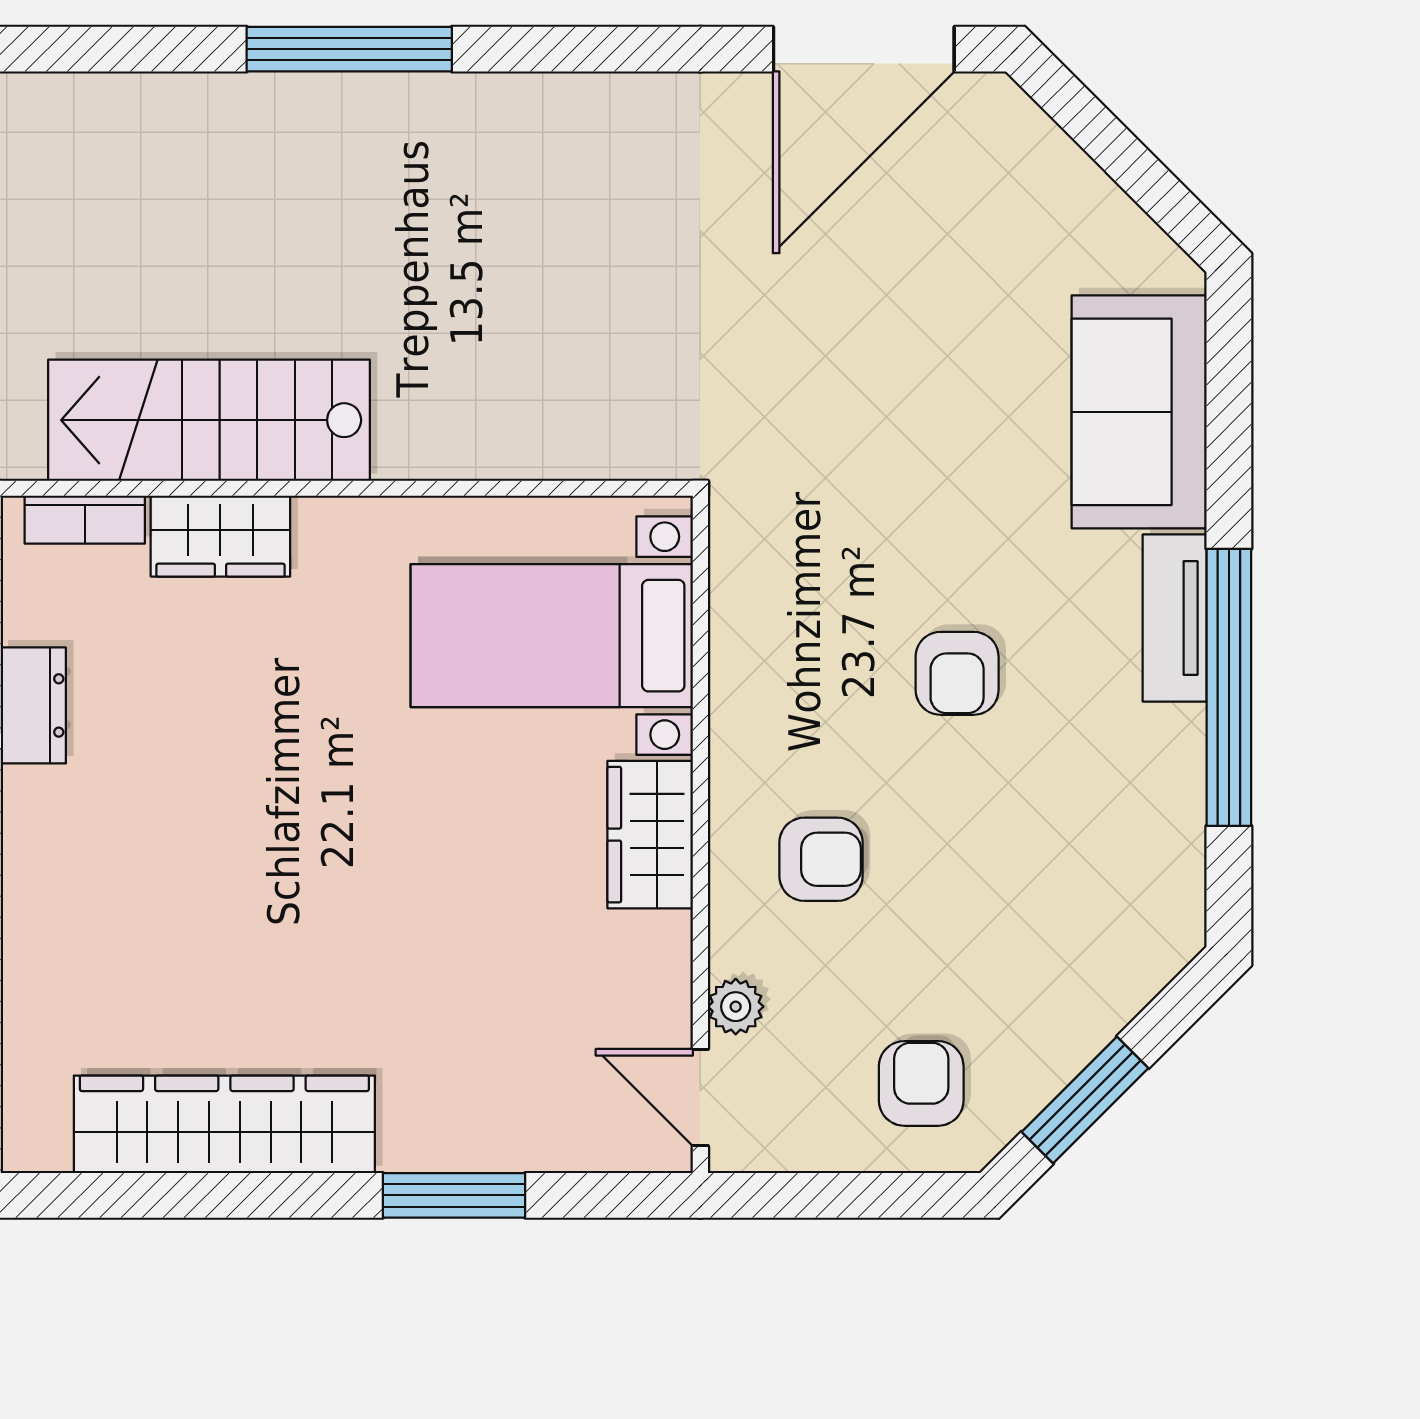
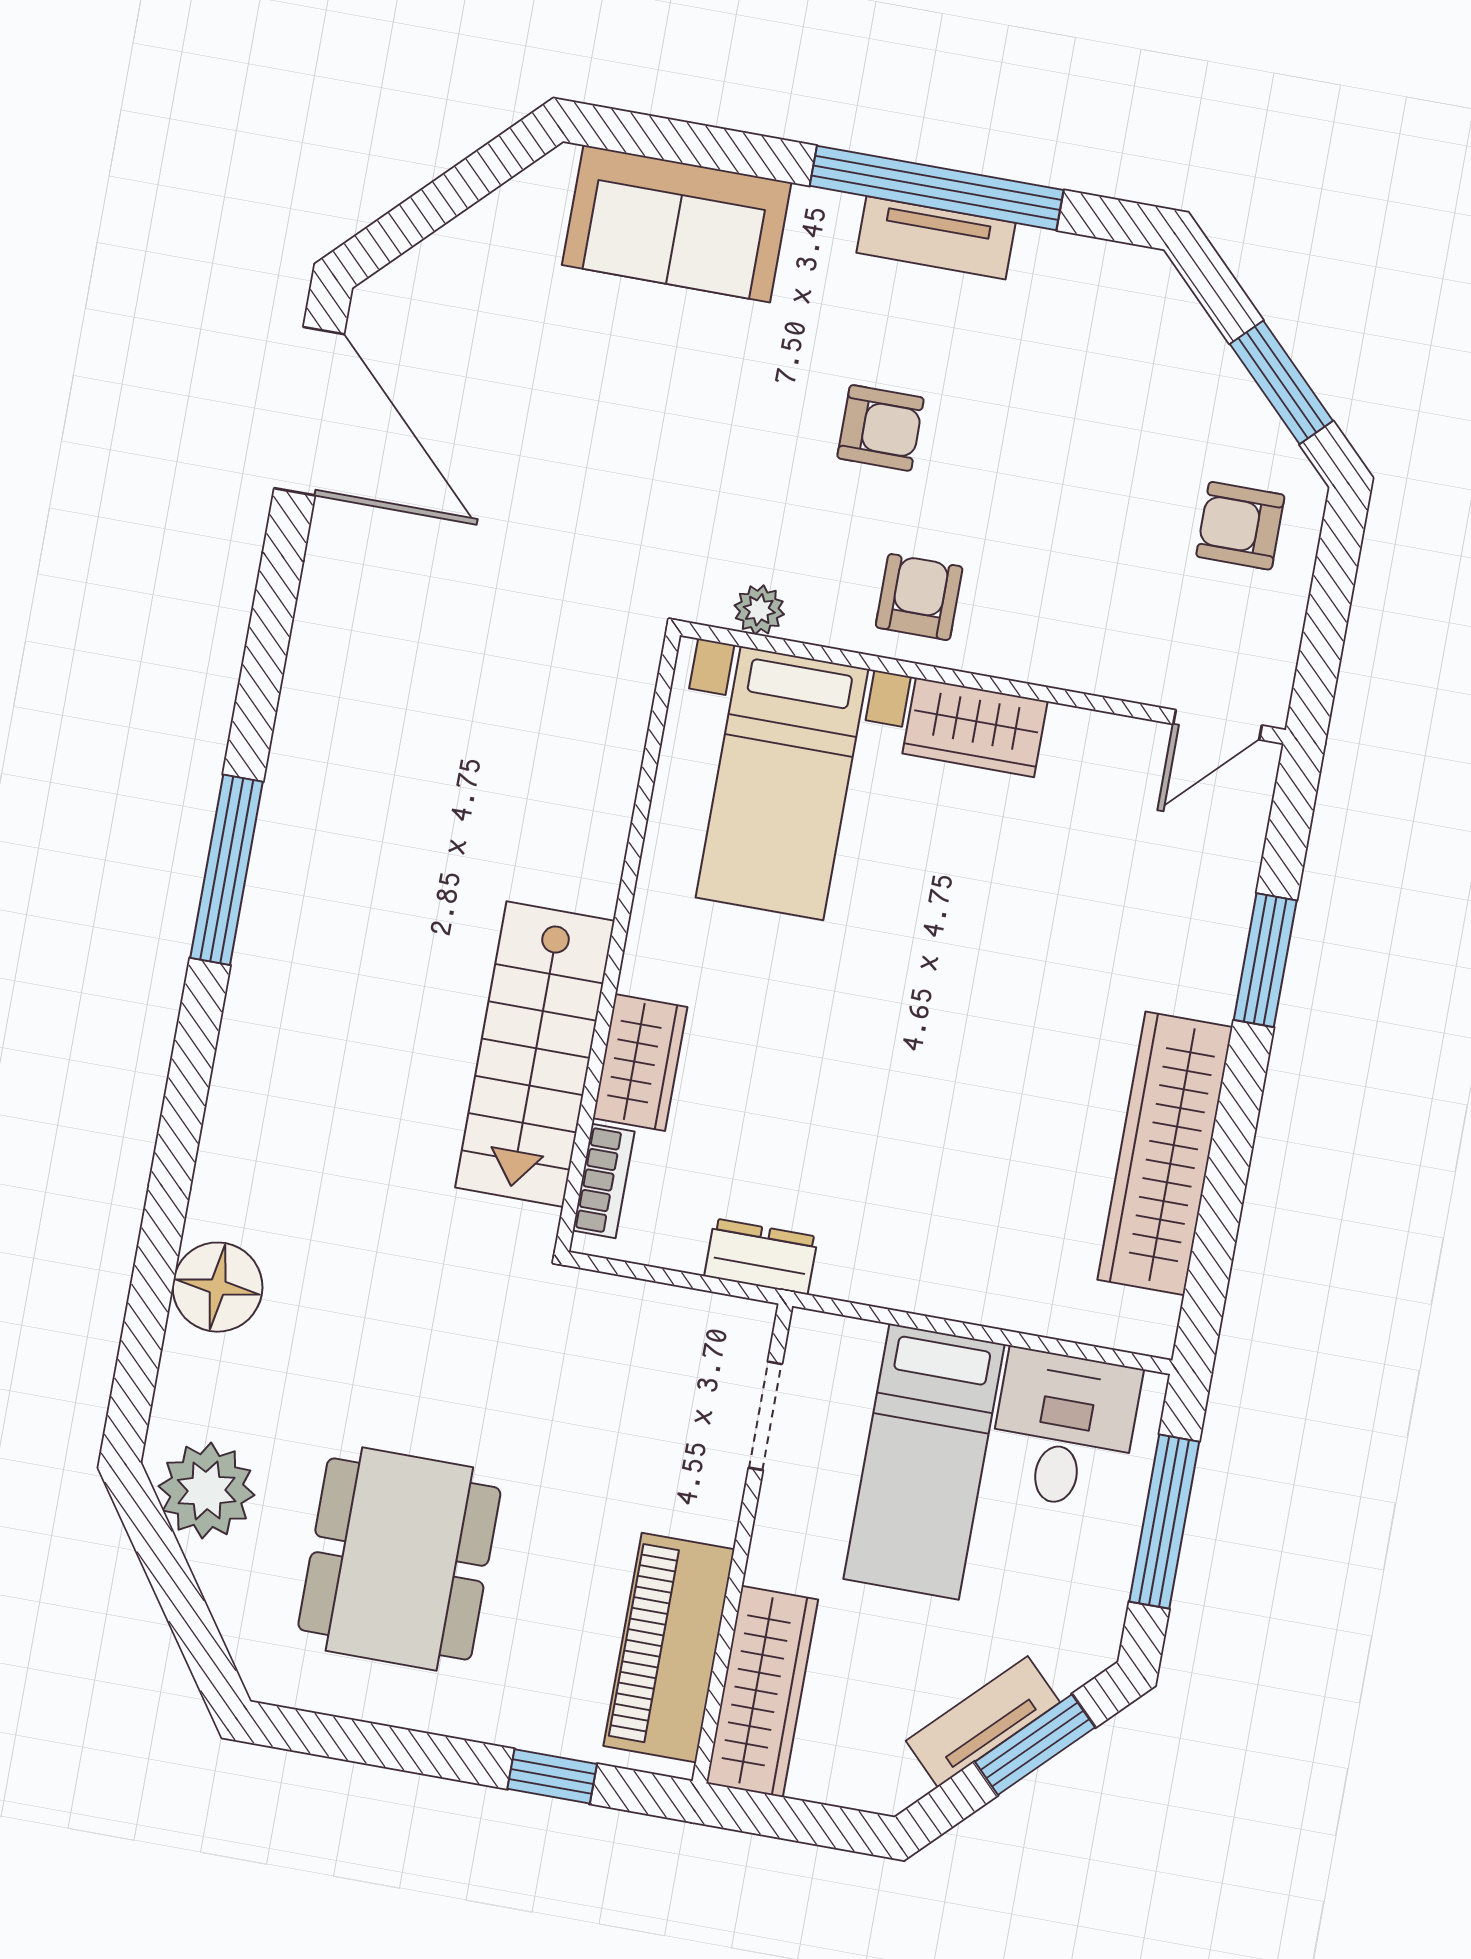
tv unit: (1175, 618) -> (936, 238), moved
armchair: (821, 859) -> (919, 597), moved
plant: (736, 1007) -> (759, 610), moved

